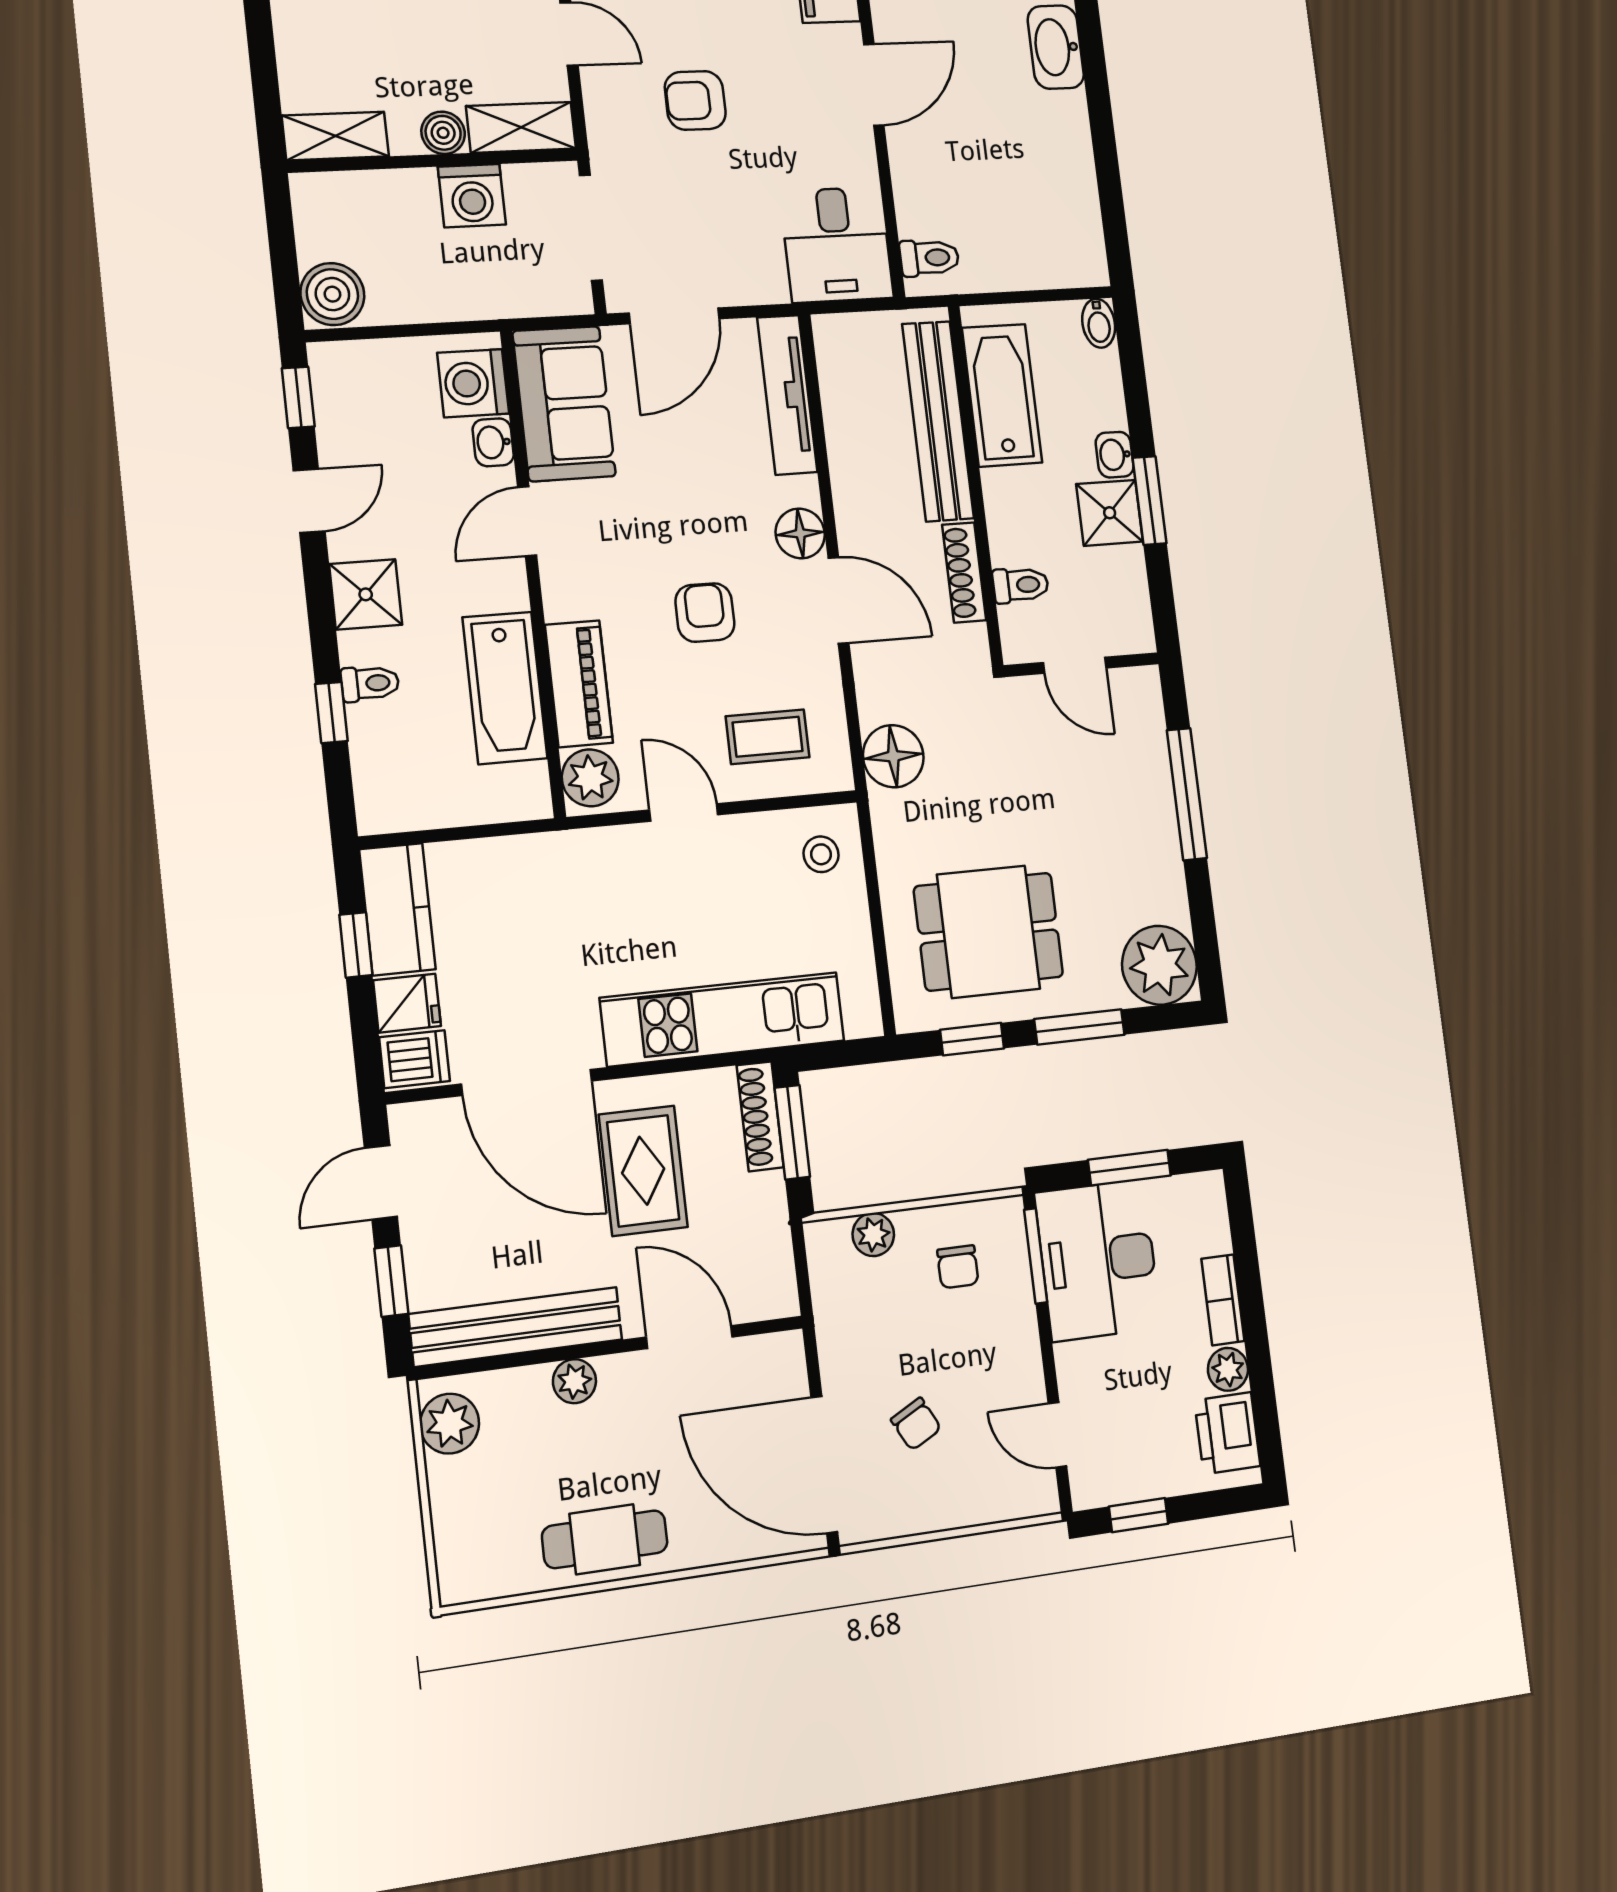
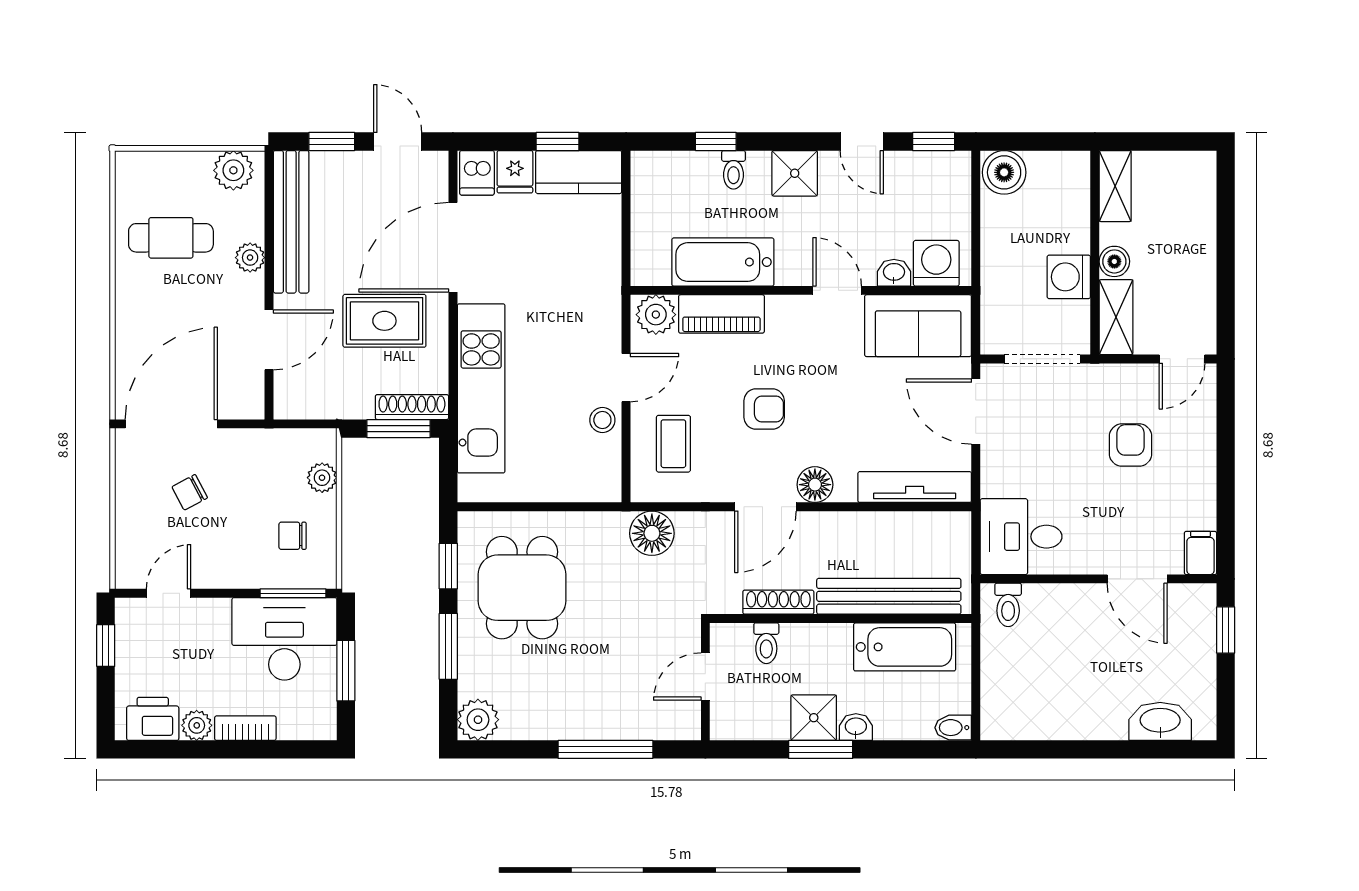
stool: (821, 854) -> (602, 420), moved
plant: (1159, 965) -> (478, 720), width x0.73, depth x0.73
cafe table: (605, 1539) -> (171, 238), moved, turned 90

